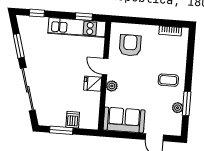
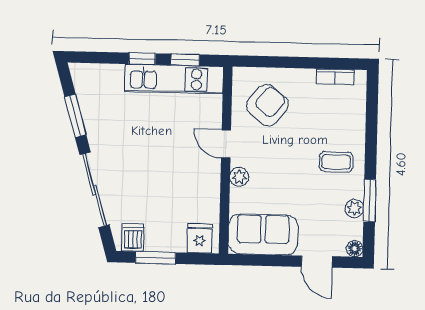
window: (37, 13) -> (142, 59), moved
armchair: (130, 45) -> (267, 105), turned 39
fridge: (93, 84) -> (199, 238), moved, turned 90
dishwasher: (73, 120) -> (133, 237), moved
floor lamp: (176, 131) -> (355, 249), added

